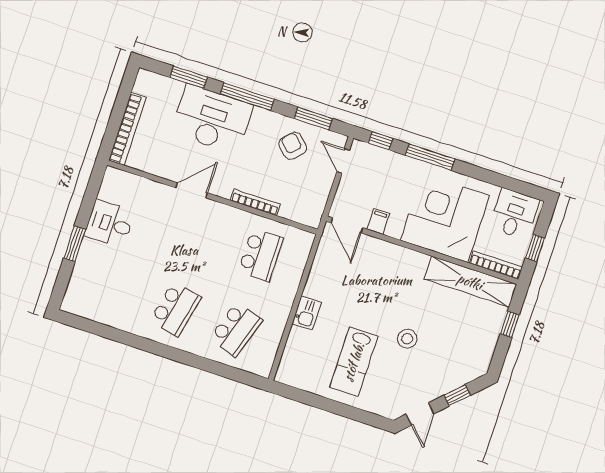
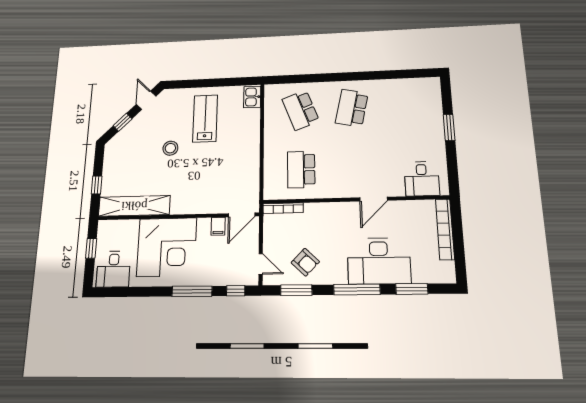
bookcase: (255, 202) -> (283, 208), moved
desk: (110, 224) -> (422, 179), moved, turned 90
door: (347, 225) -> (242, 215), swing flipped
bookcase: (496, 265) -> (118, 225), removed
kitchen sink: (307, 313) -> (252, 97), moved
school desk: (236, 329) -> (301, 110), turned -39

